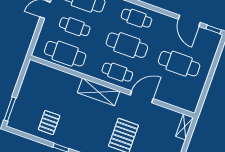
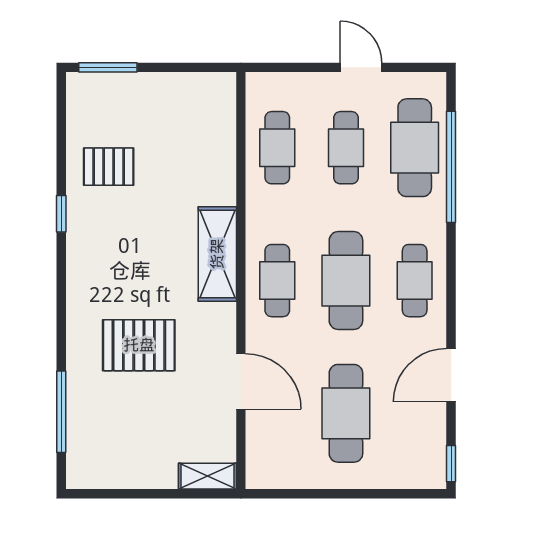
door: (189, 21) -> (451, 375), moved
cafe table: (65, 54) -> (277, 148), width x0.73, depth x0.74
door: (142, 97) -> (241, 381), moved

